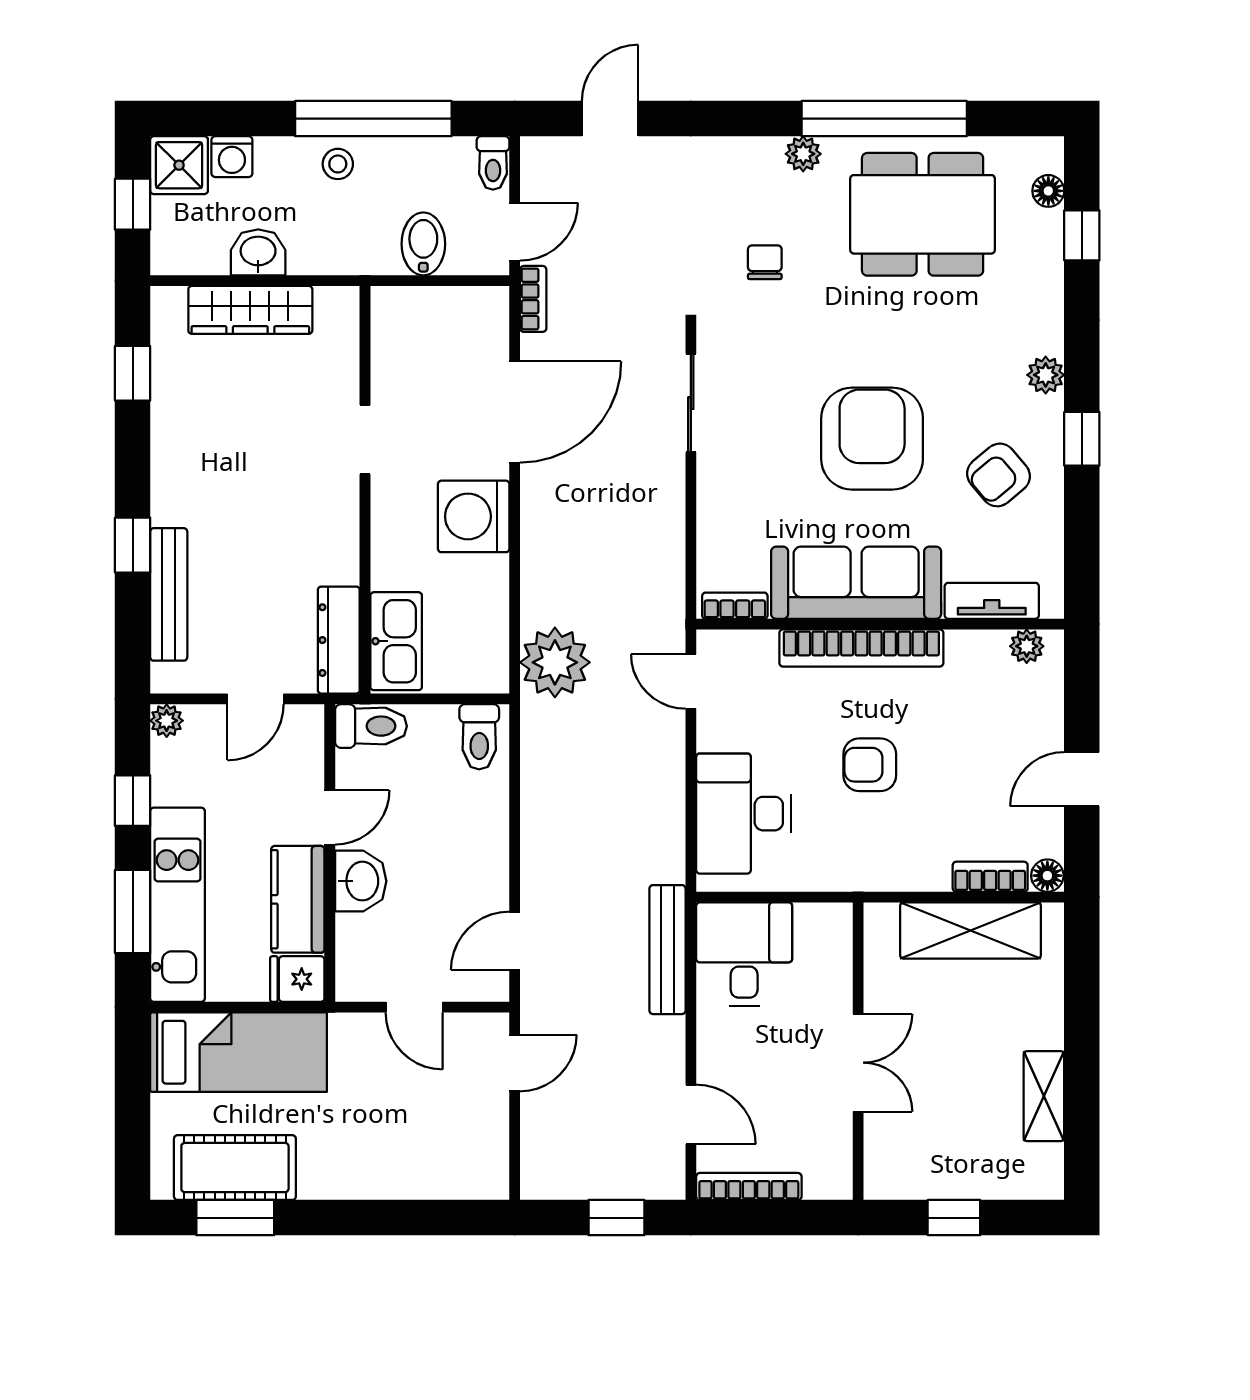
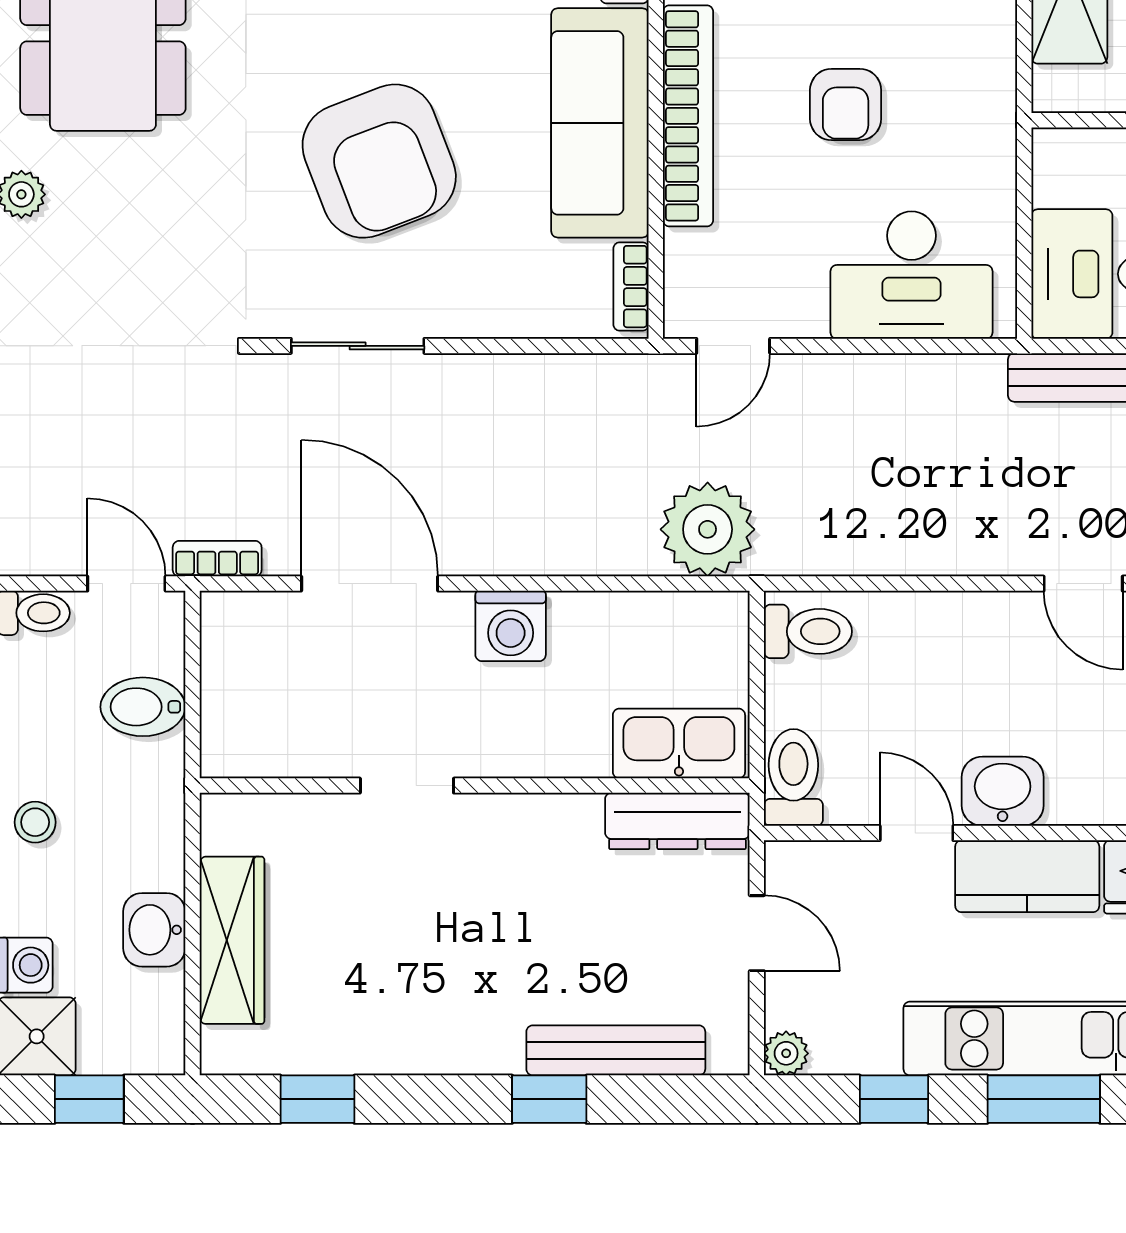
chair: (765, 262) -> (168, 246), removed
armchair: (872, 439) -> (379, 161), moved, turned -111
washing machine: (474, 516) -> (511, 626), width x0.73, depth x0.73

